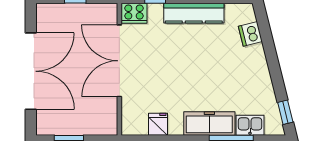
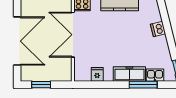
dishwasher: (250, 34) -> (158, 29), moved

